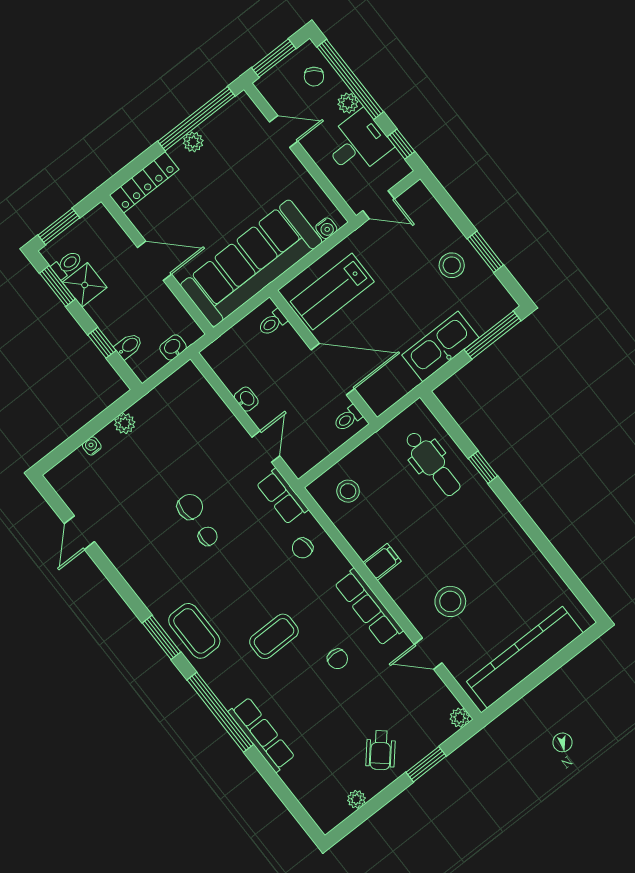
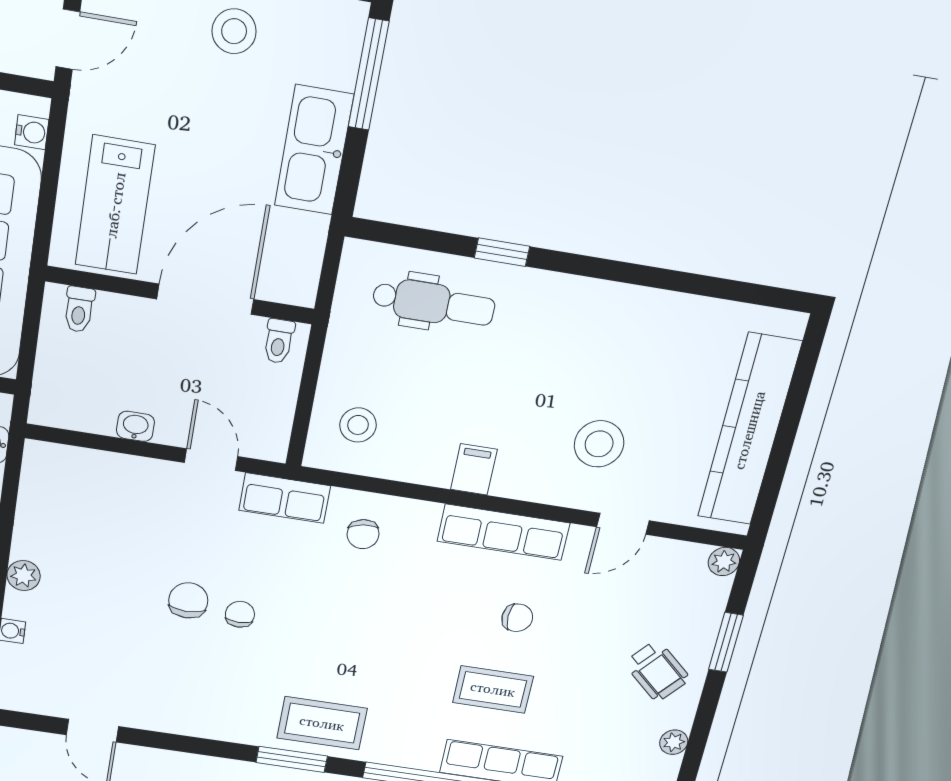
coffee table: (274, 636) -> (493, 689), moved, turned 90

